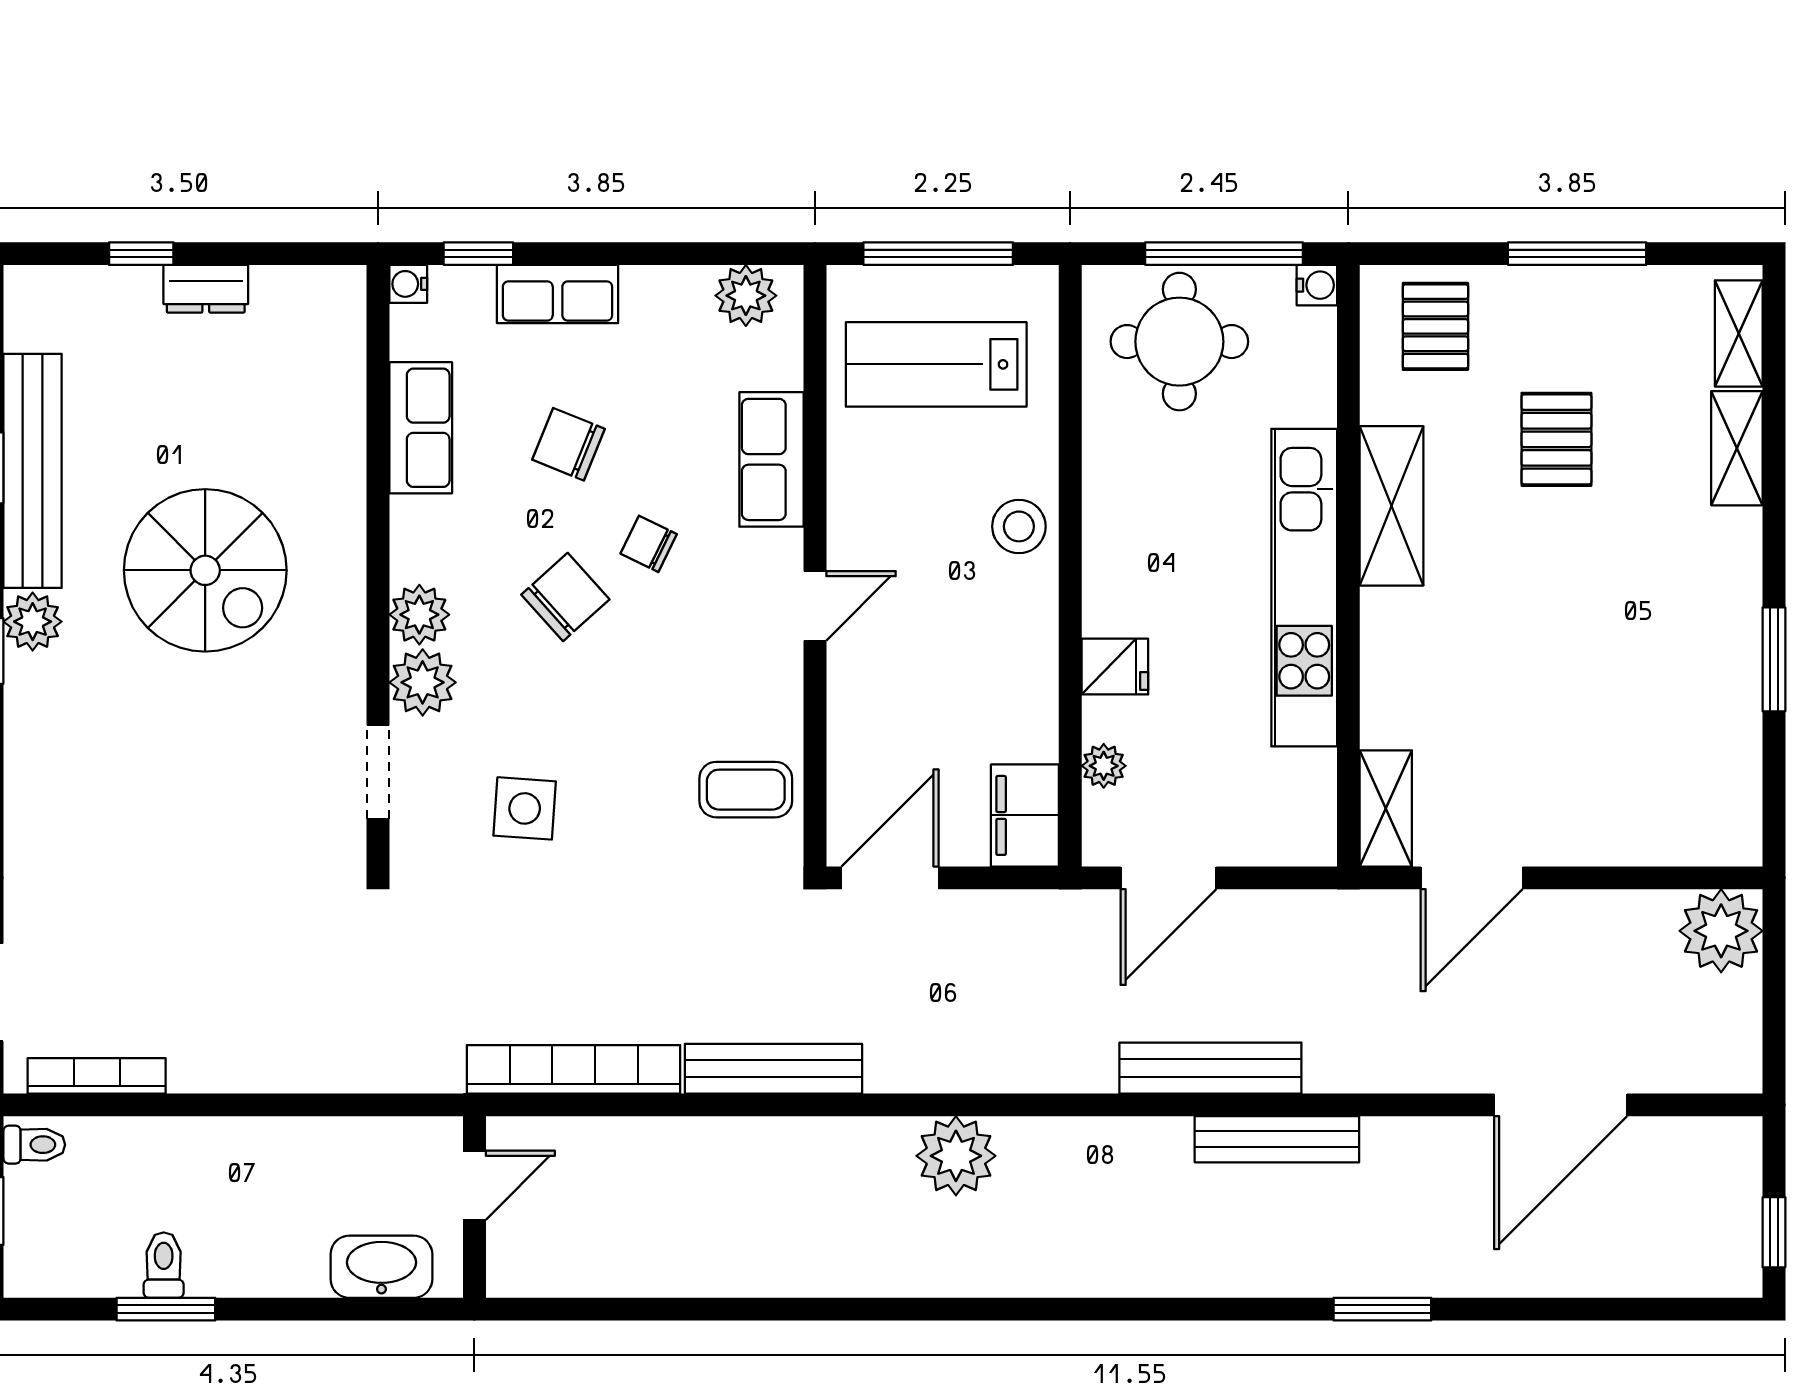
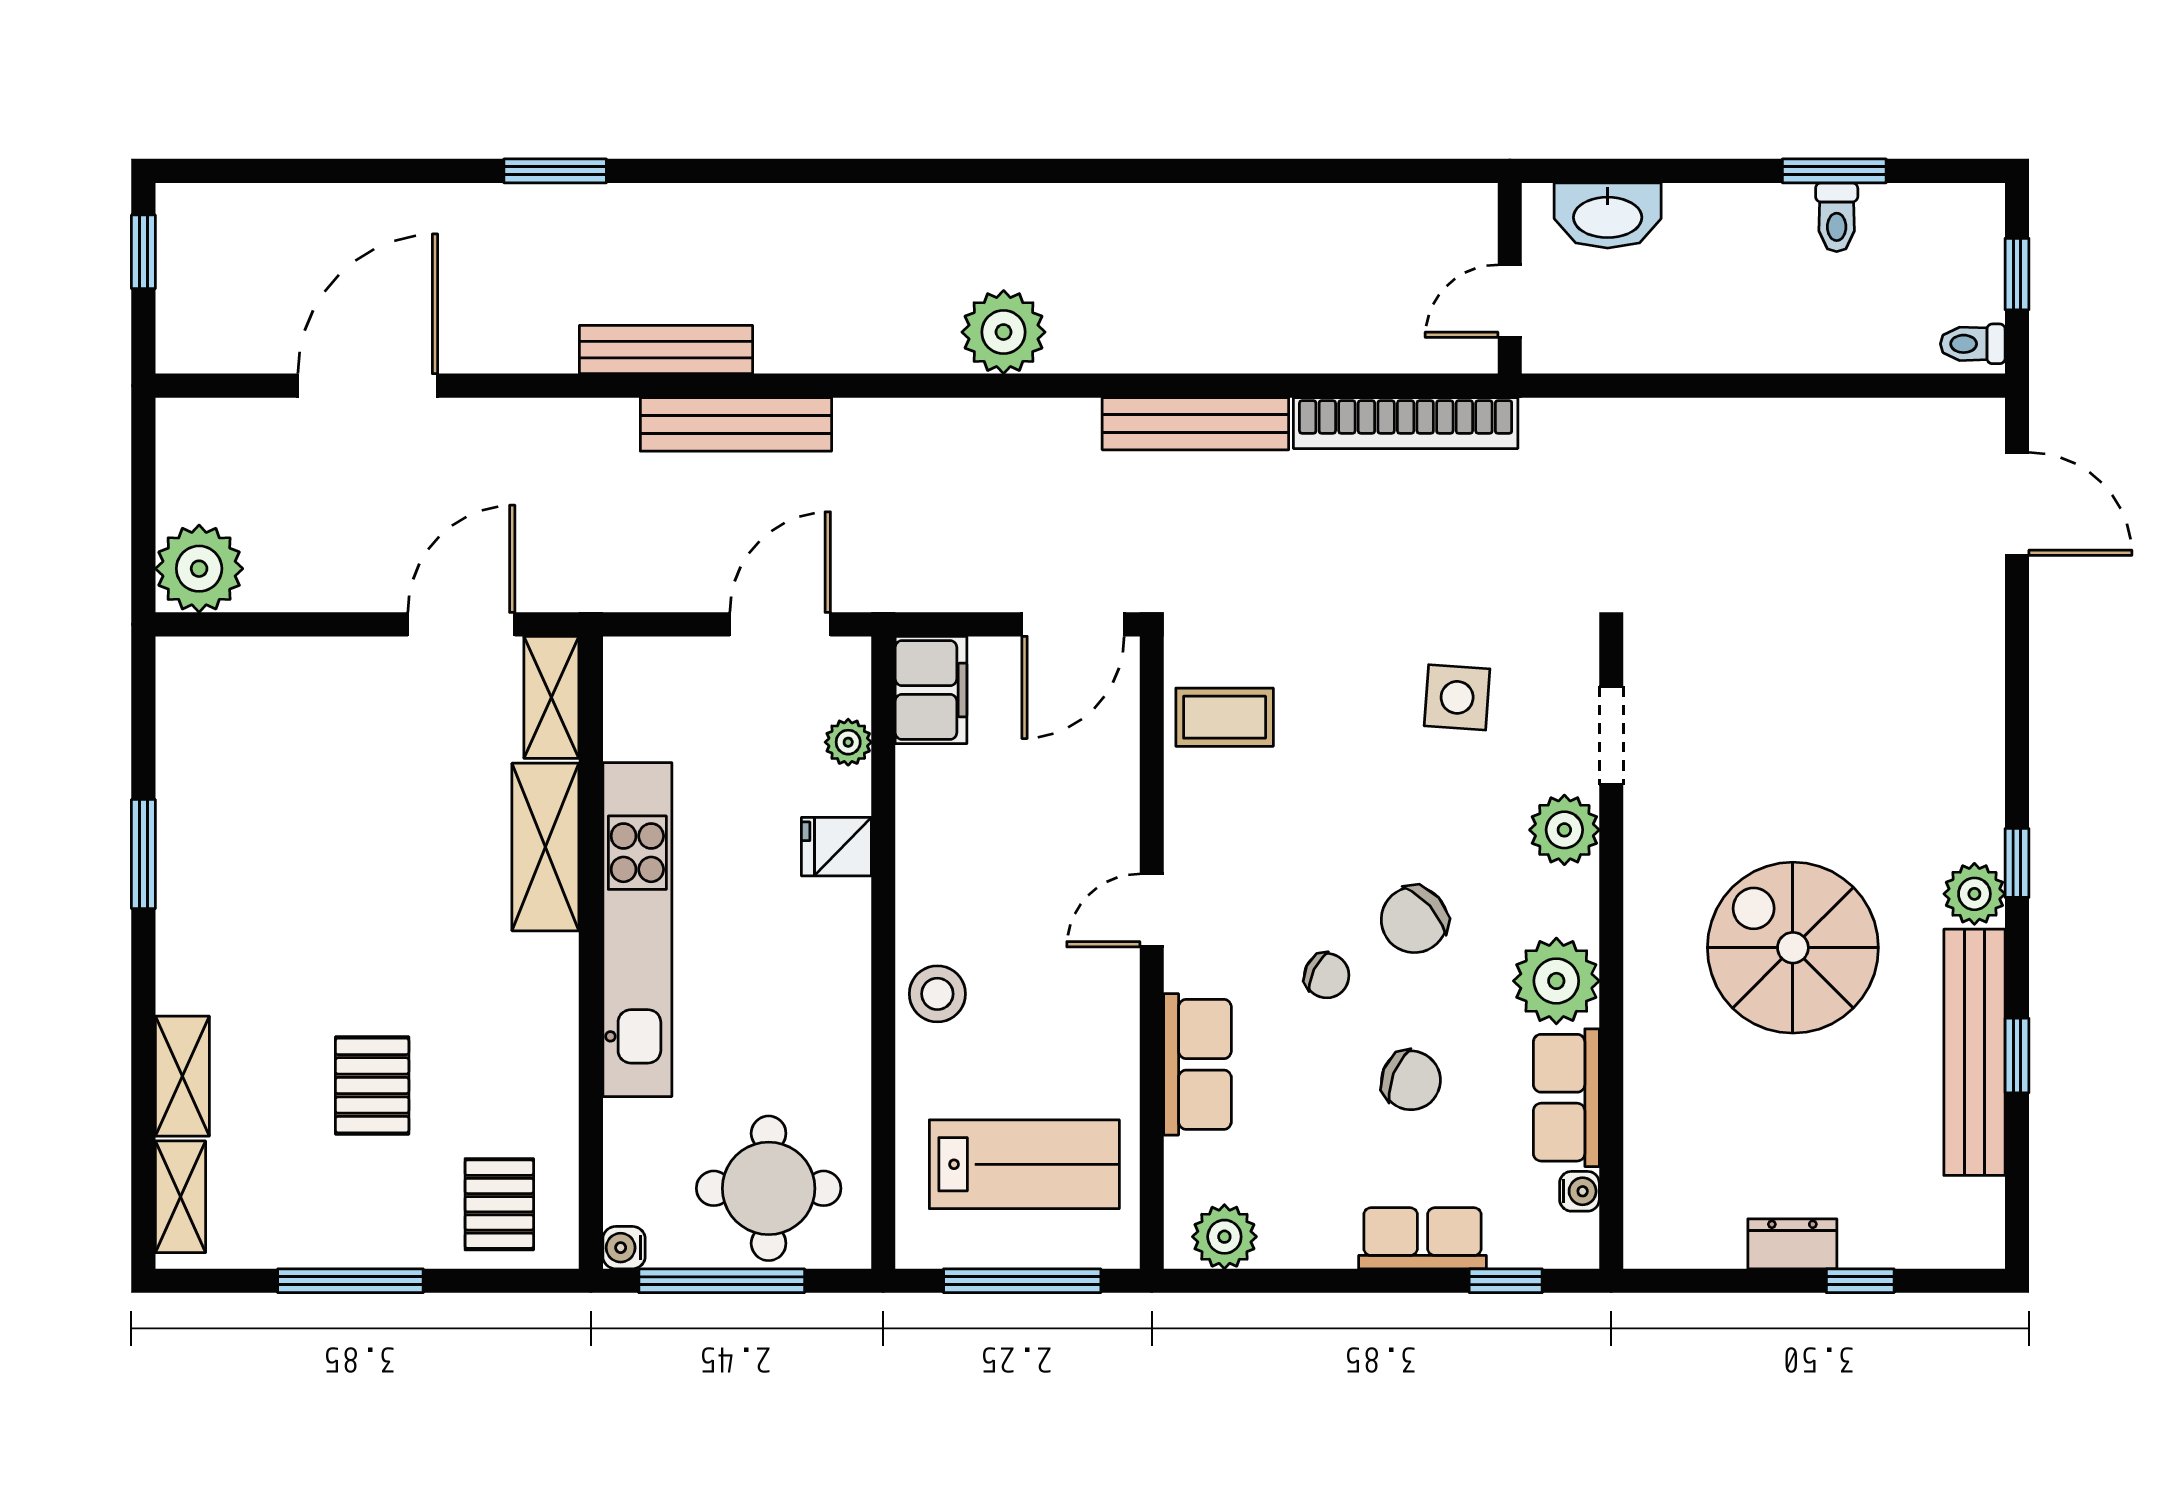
water cooler: (408, 284) -> (1579, 1191), moved
shelving: (1392, 506) -> (545, 847), moved
plant: (419, 615) -> (1556, 981), moved, width x1.36, depth x1.36
bookcase: (97, 1076) -> (1907, 416), removed

